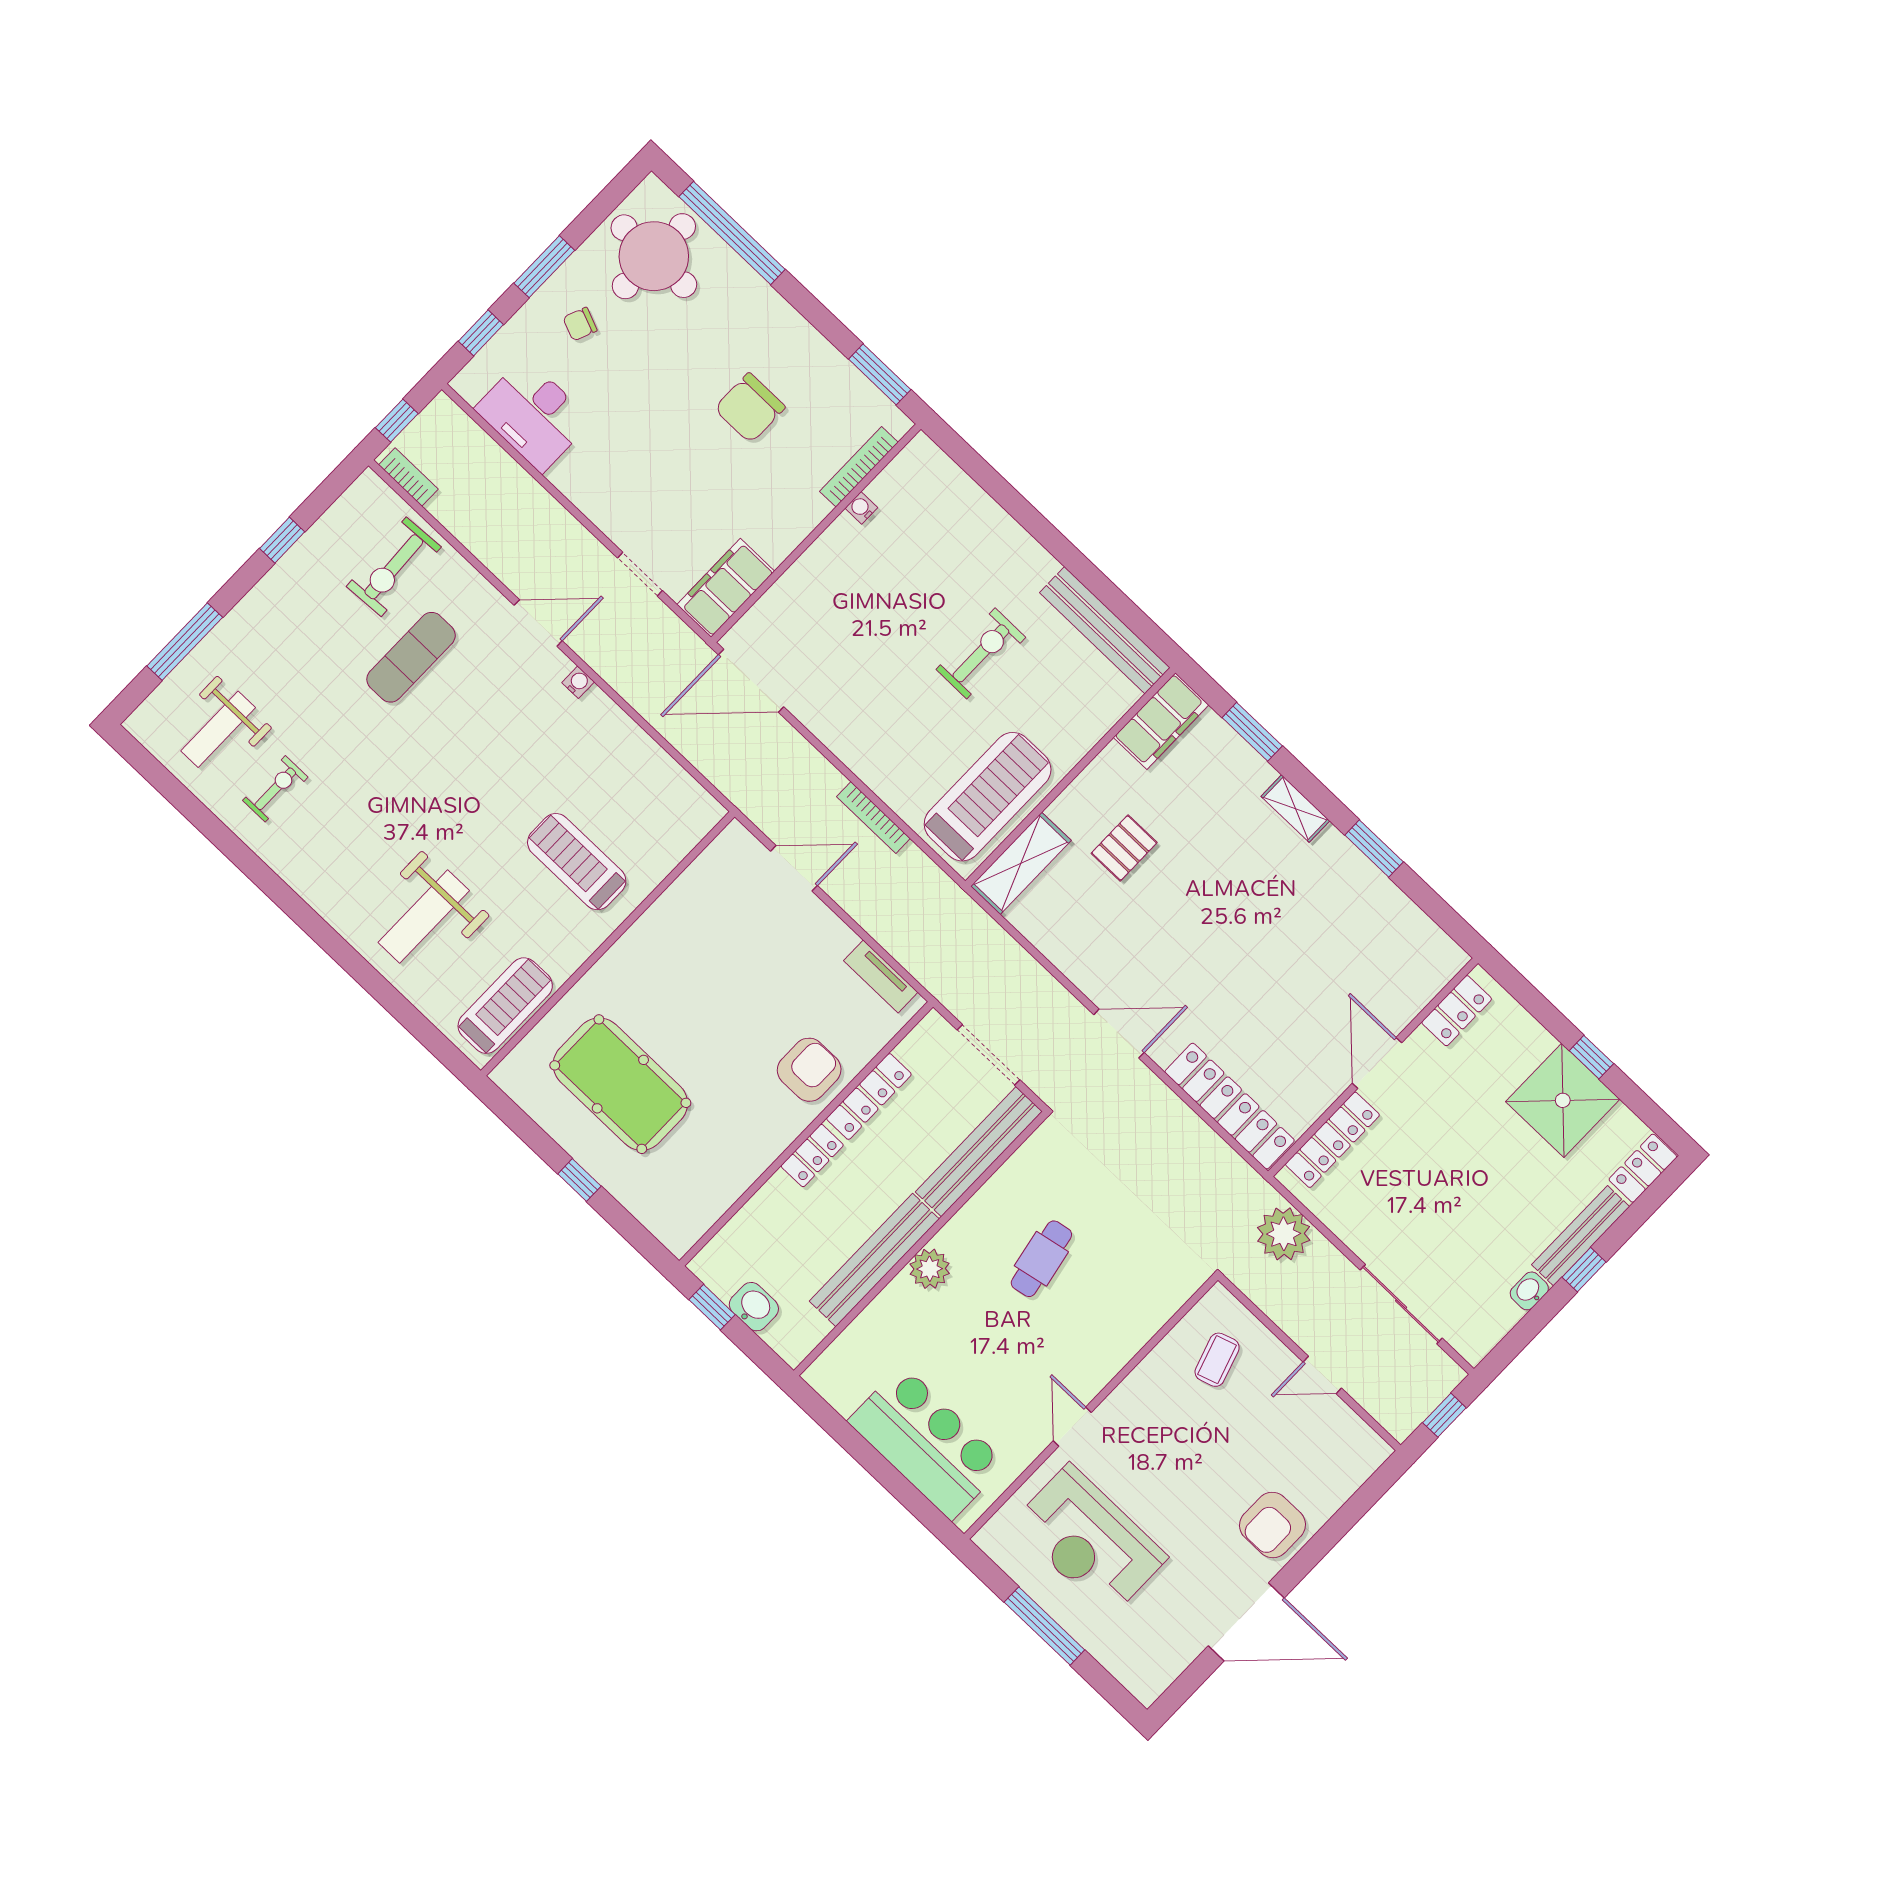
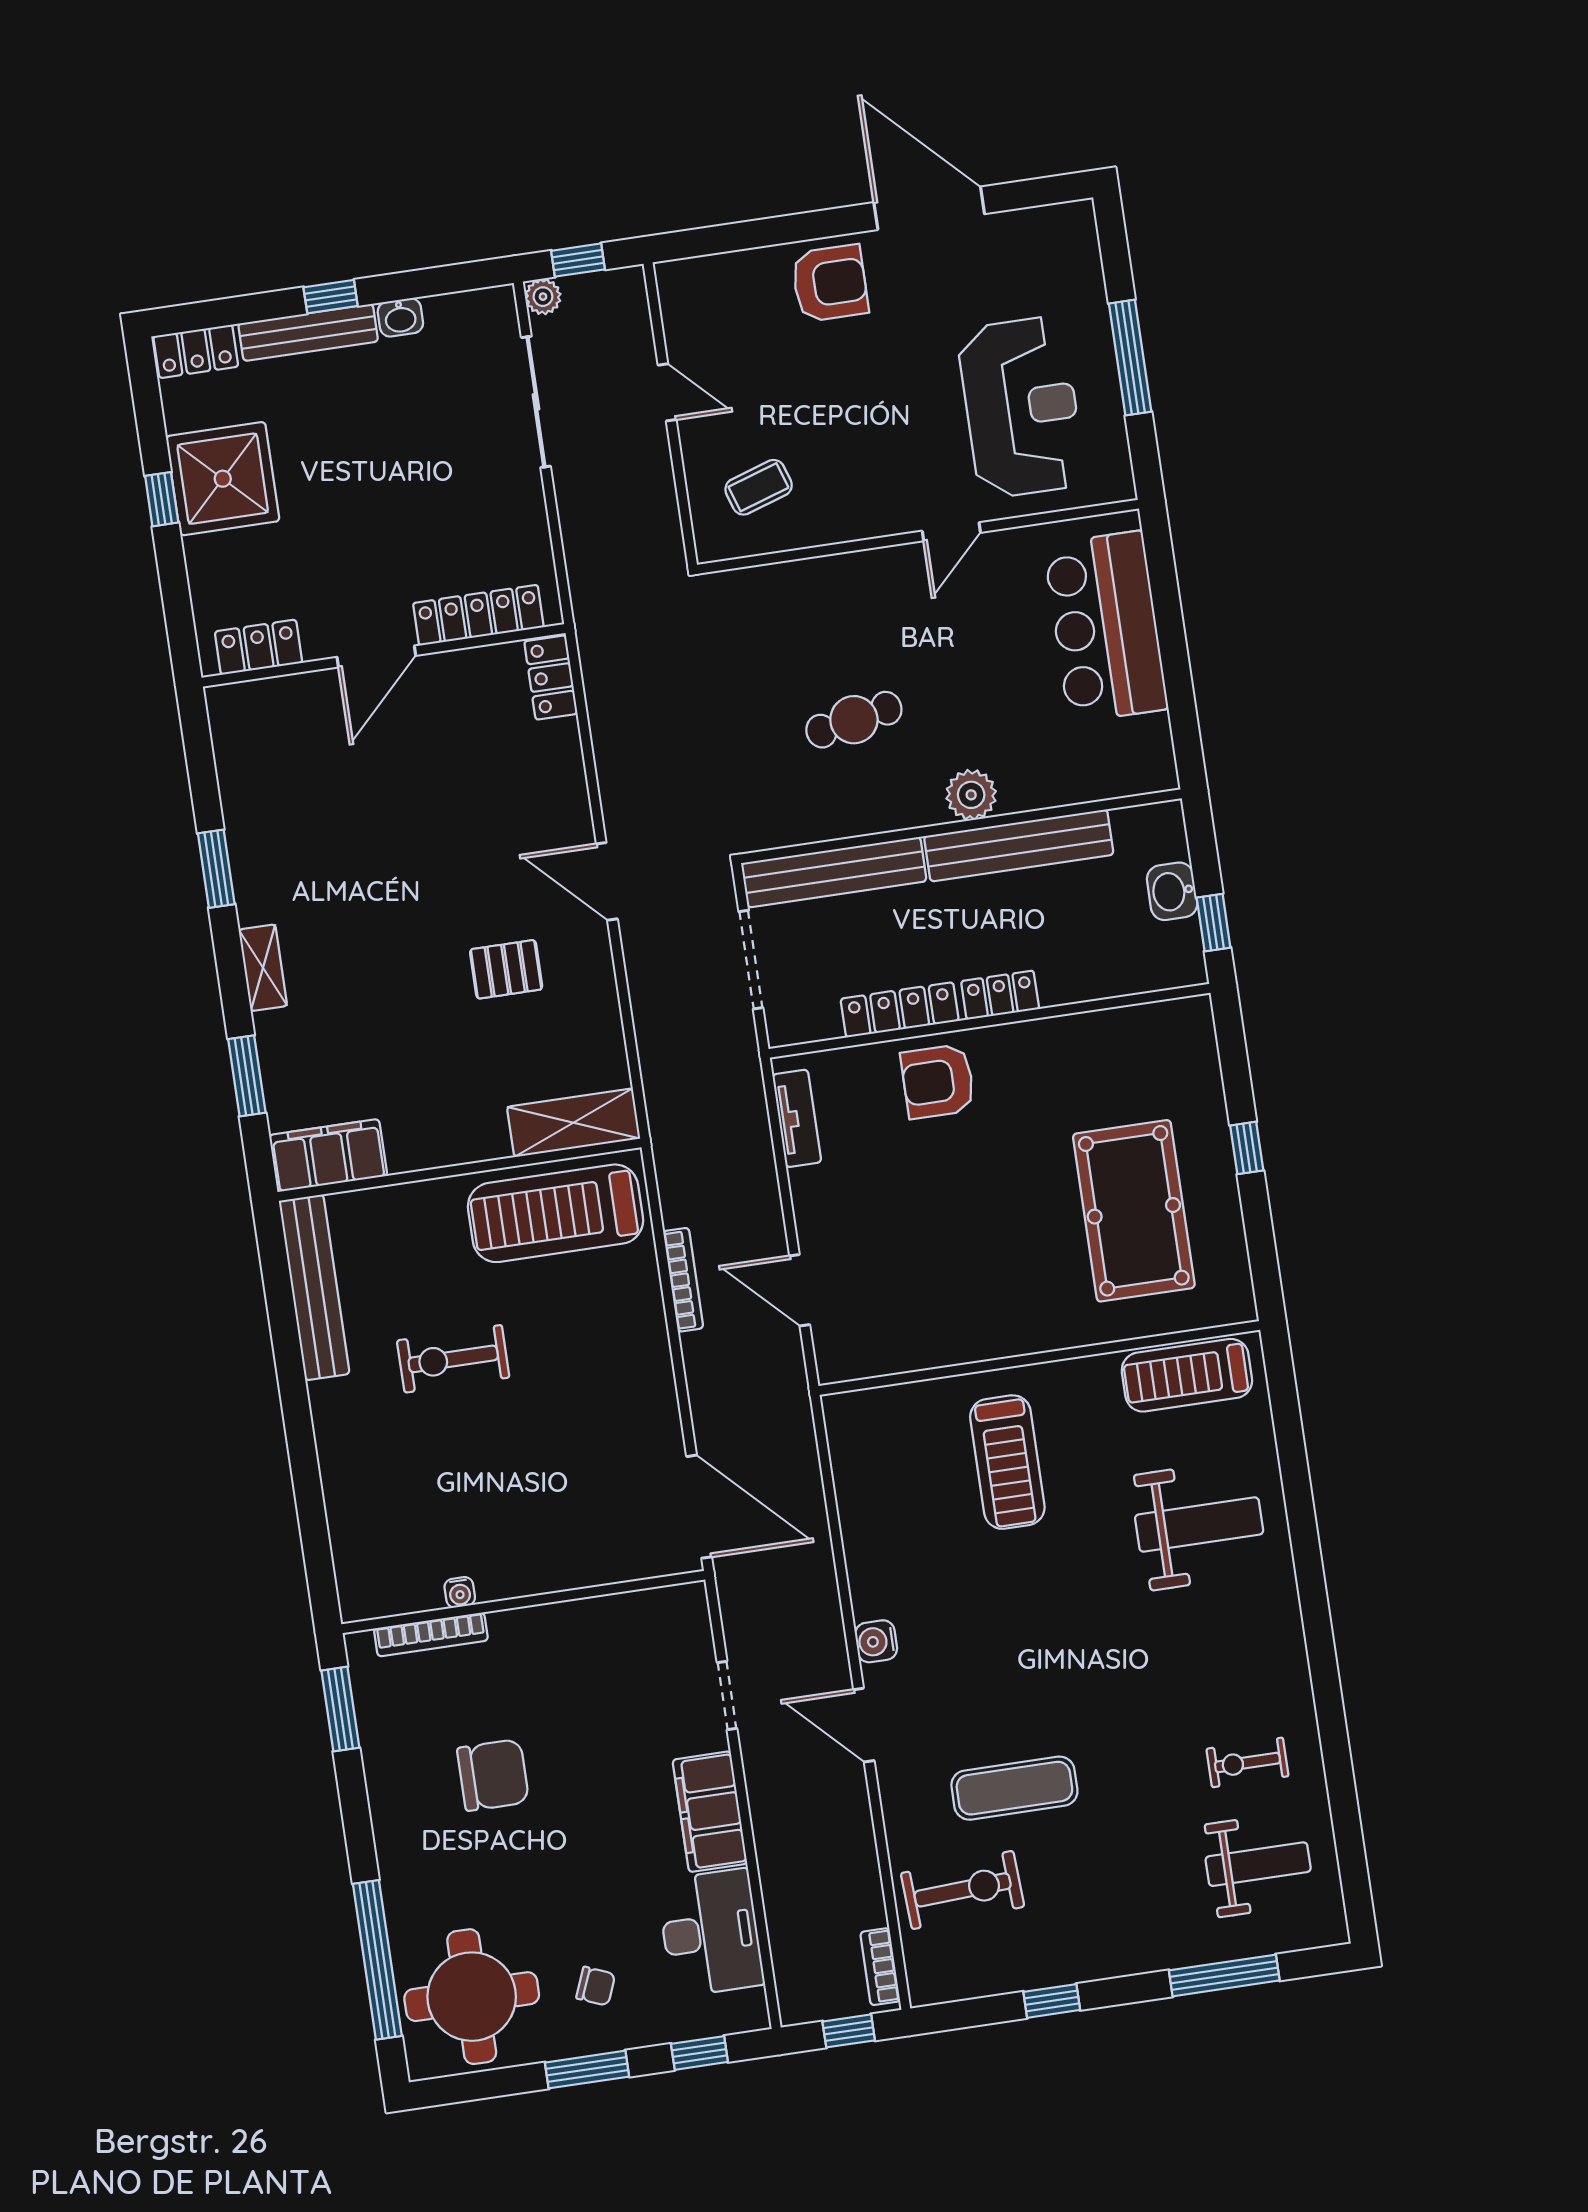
filing cabinet: (726, 588) -> (710, 1812), moved, turned 90
water cooler: (578, 682) -> (876, 1641), width x1.38, depth x1.38
pallet: (1124, 848) -> (506, 969), moved
locker: (1230, 1106) -> (551, 678), width x0.46, depth x0.83
plant: (1284, 1234) -> (543, 297), moved, width x0.53, depth x0.53

